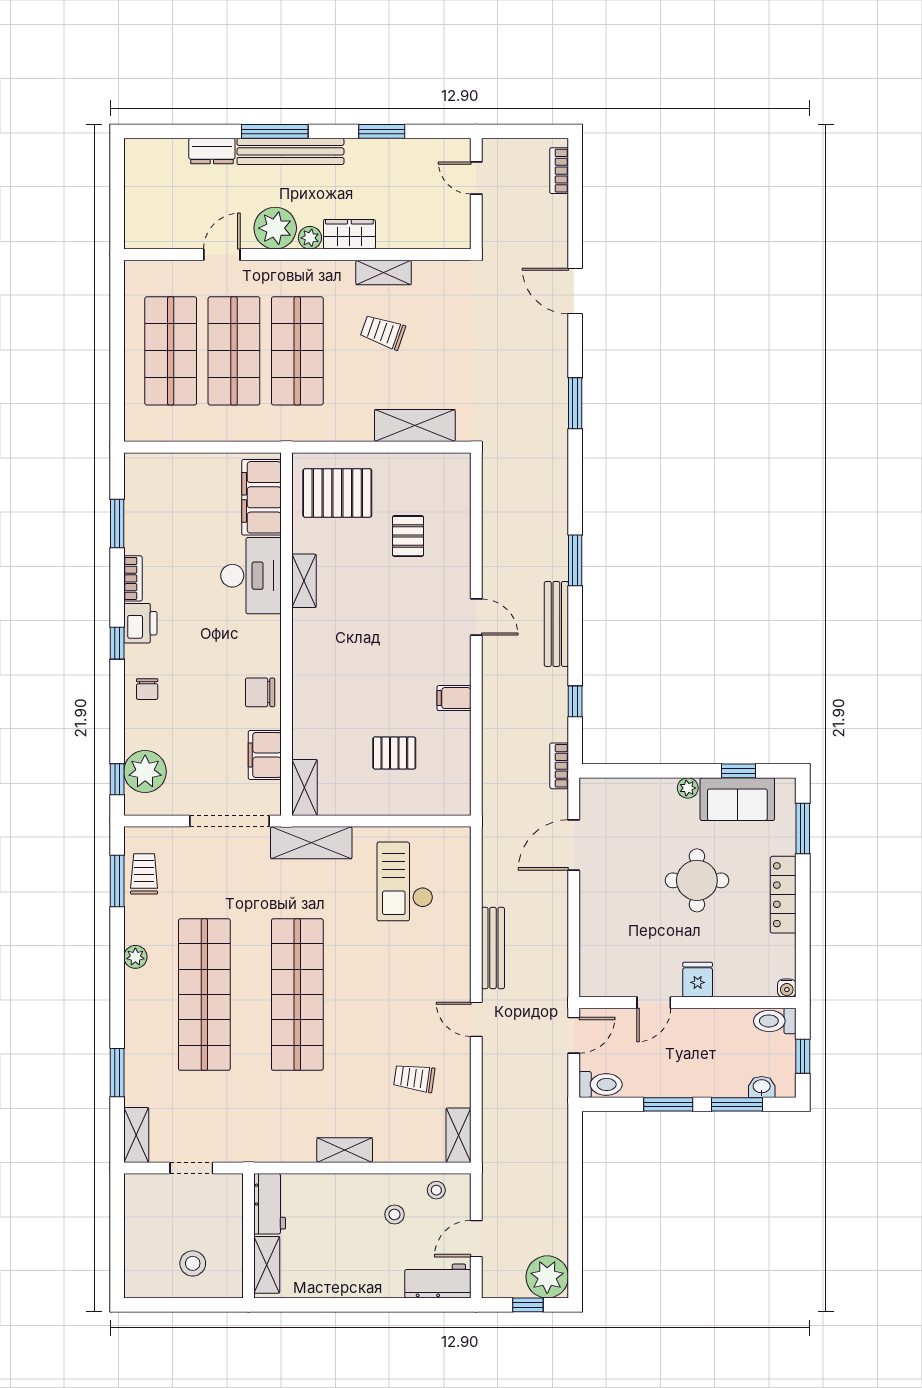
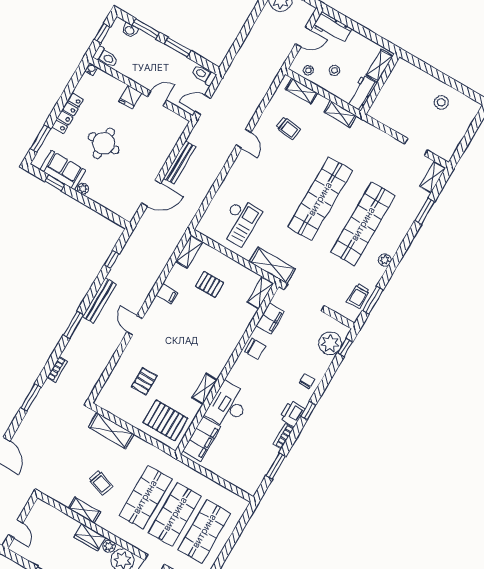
bookcase: (559, 766) -> (57, 369), moved
shelving: (458, 787) -> (189, 252), added
bench: (493, 948) -> (180, 162), moved
shelving: (458, 1135) -> (301, 91), moved, turned 90
workbench: (270, 1204) -> (362, 93), moved
wall: (249, 1236) -> (380, 84), moved
shelving: (267, 1265) -> (380, 66), moved

